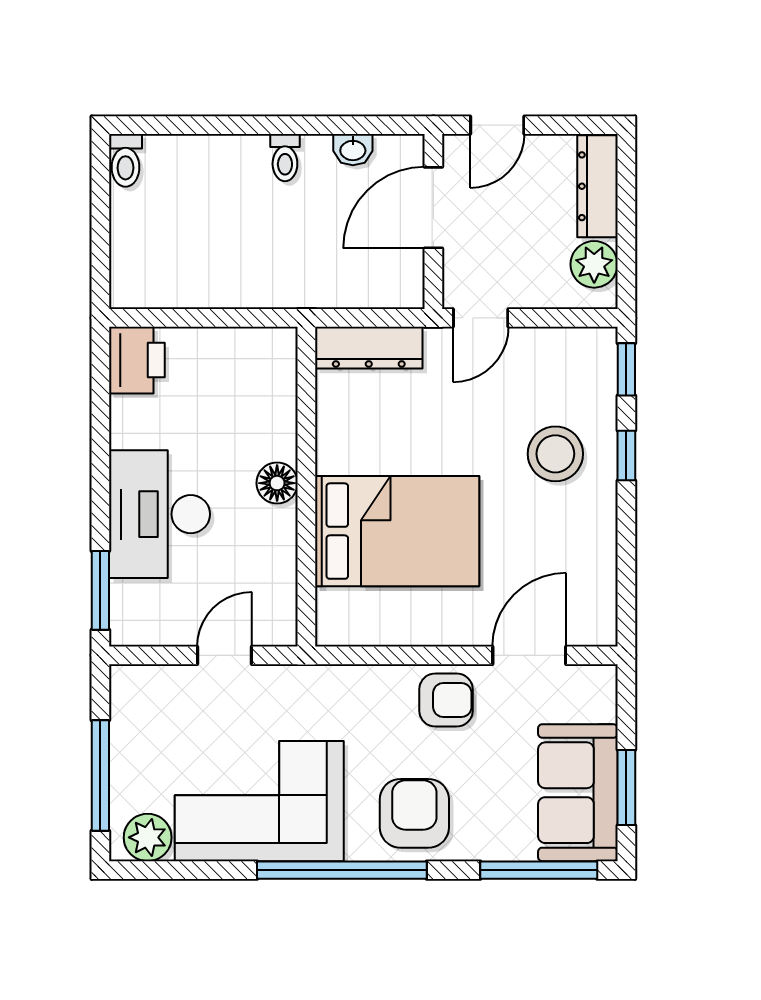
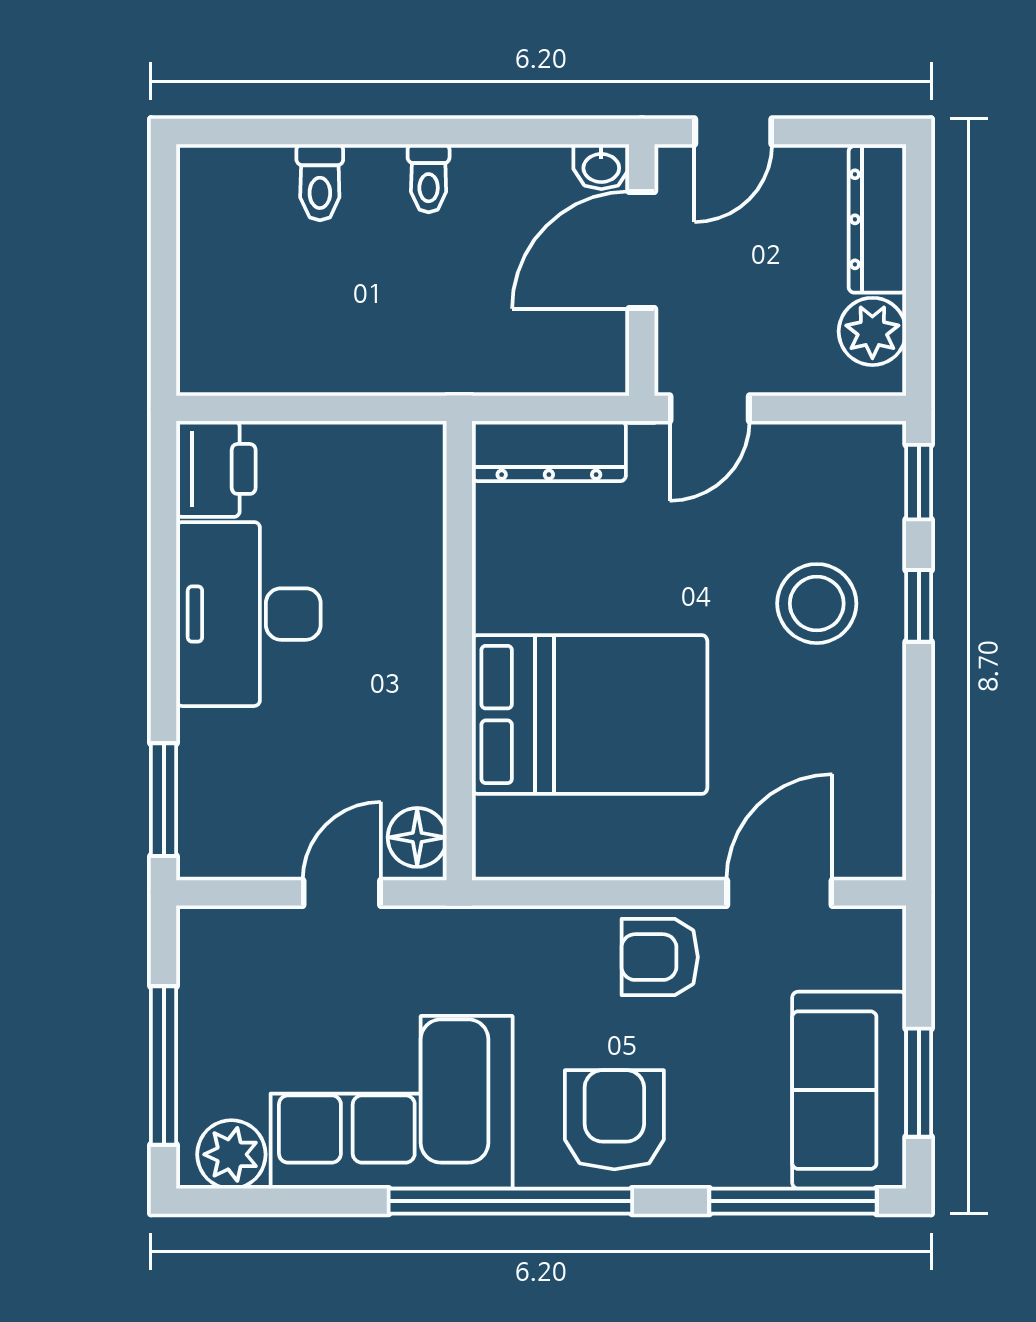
washbasin: (353, 150) -> (601, 167), moved
toilet: (126, 160) -> (320, 182), moved
floor lamp: (277, 483) -> (417, 837), moved
desk: (160, 514) -> (248, 614), moved
armchair: (446, 700) -> (660, 957), turned 180

